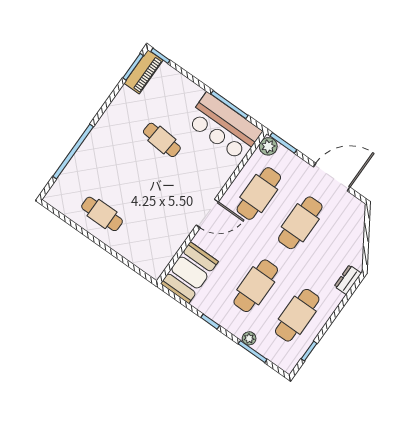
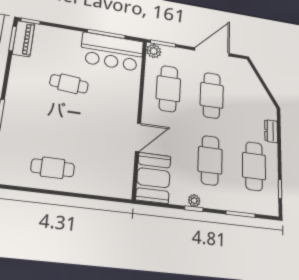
door: (207, 214) -> (138, 137), moved
dresser: (348, 280) -> (271, 131), moved
plant: (249, 338) -> (194, 201), moved

